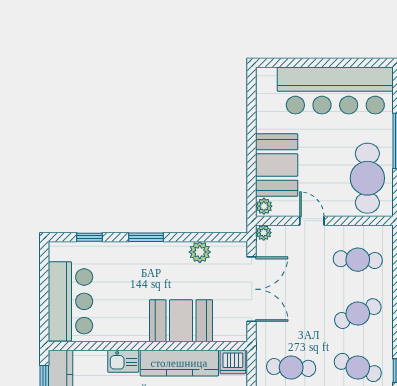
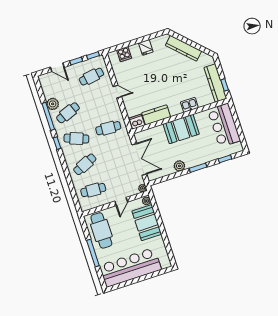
door: (312, 221) -> (121, 201), hinge flipped
plant: (200, 252) -> (179, 166), moved
double door: (252, 289) -> (139, 159), swing flipped
booth: (181, 321) -> (181, 129), moved
kitchen counter: (179, 363) -> (156, 115), width x0.67

